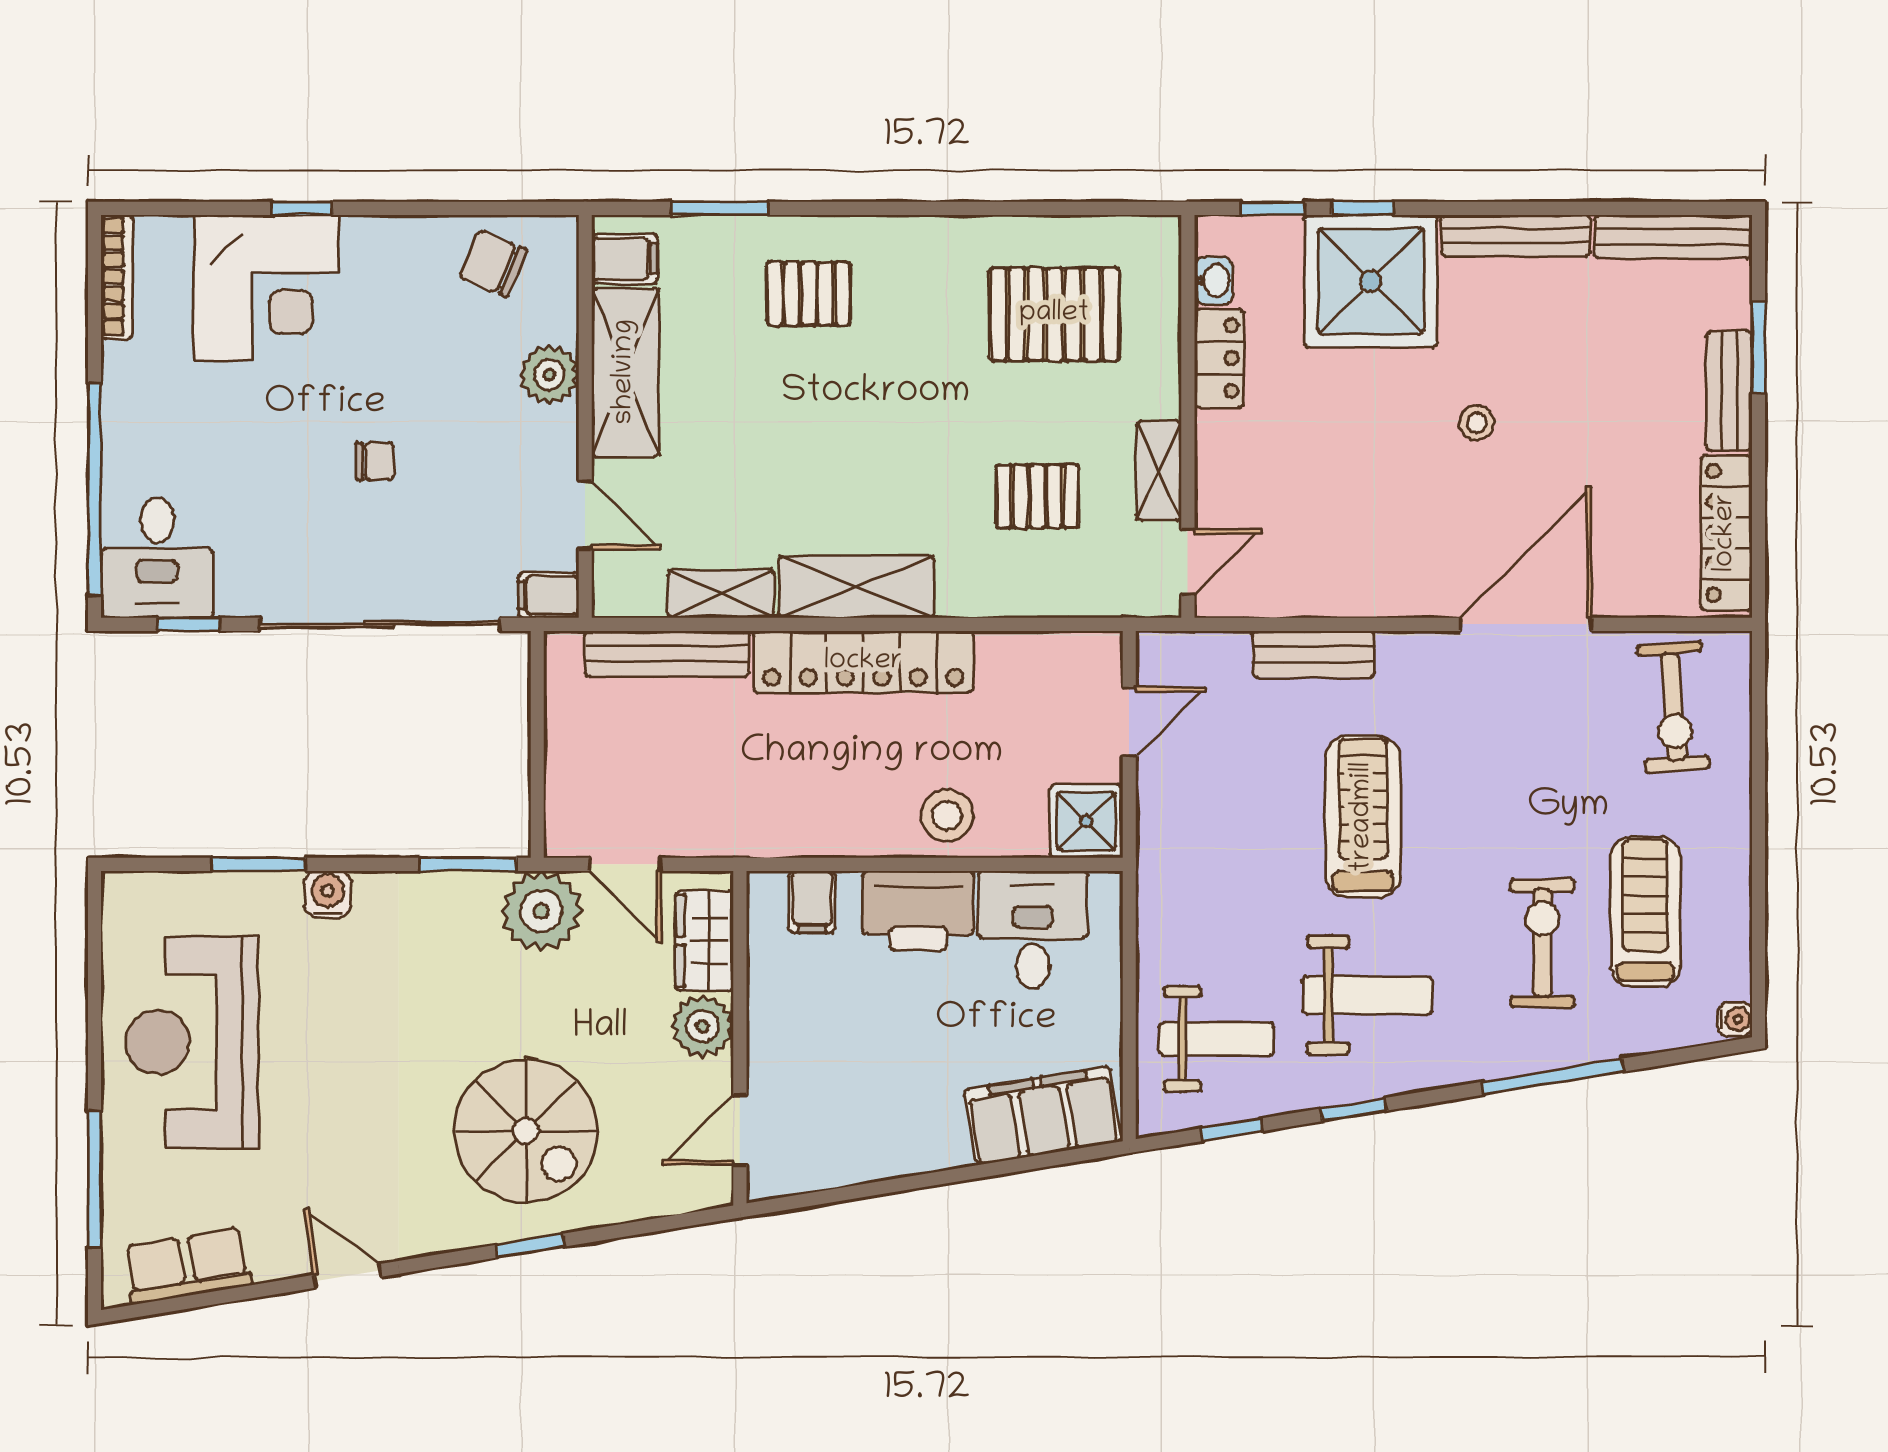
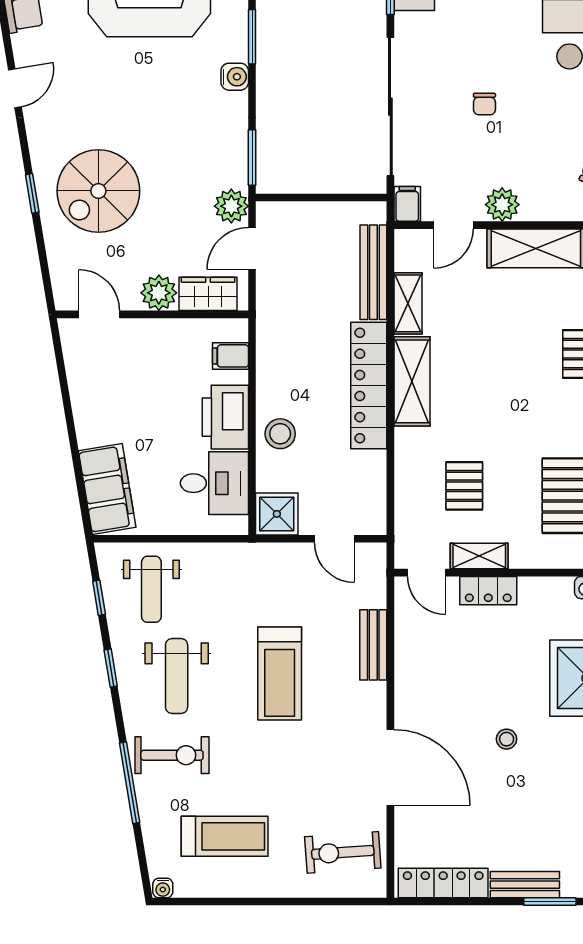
locker: (1219, 358) -> (488, 591), moved
plant: (550, 374) -> (502, 205), moved
treadmill: (1363, 817) -> (280, 674), turned 90
plant: (541, 911) -> (231, 206), width x0.73, depth x0.73
exercise bike: (1542, 943) -> (172, 755), moved

